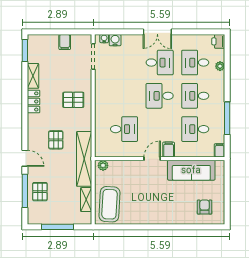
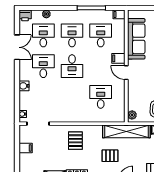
double door: (157, 32) -> (17, 47), moved
water cooler: (115, 40) -> (24, 86), moved
desk: (195, 63) -> (43, 35), turned 180
desk: (195, 96) -> (72, 35), turned 180
desk: (195, 129) -> (101, 35), turned 180

